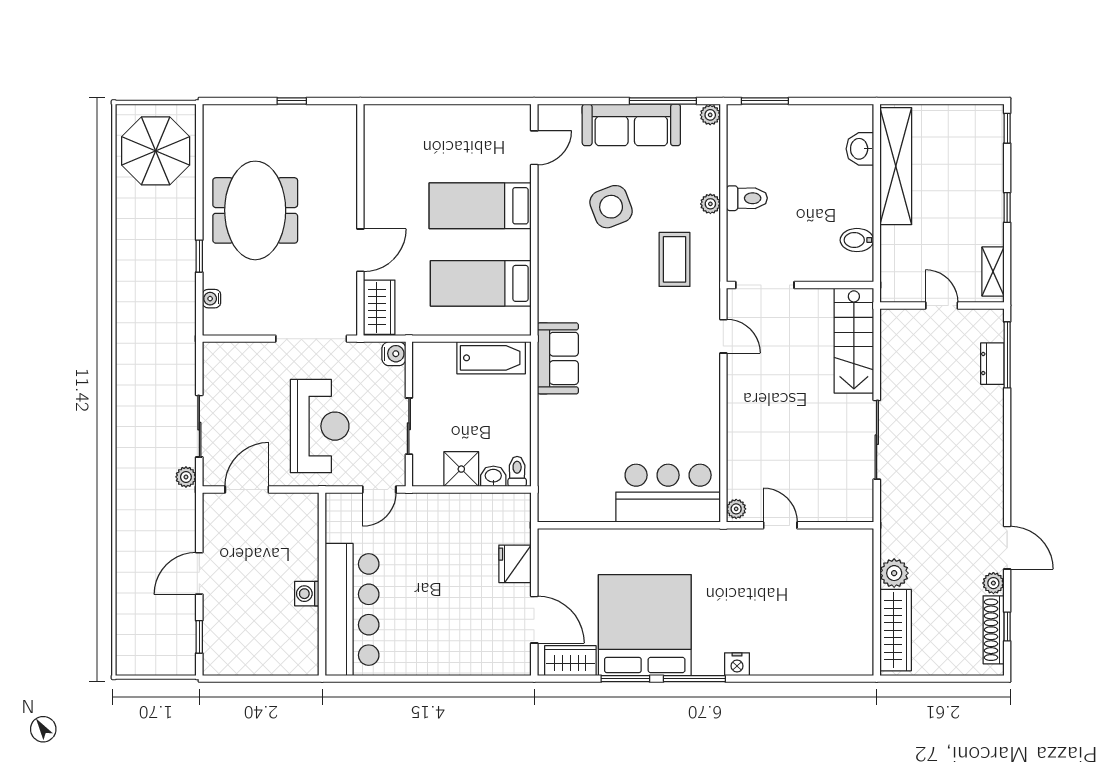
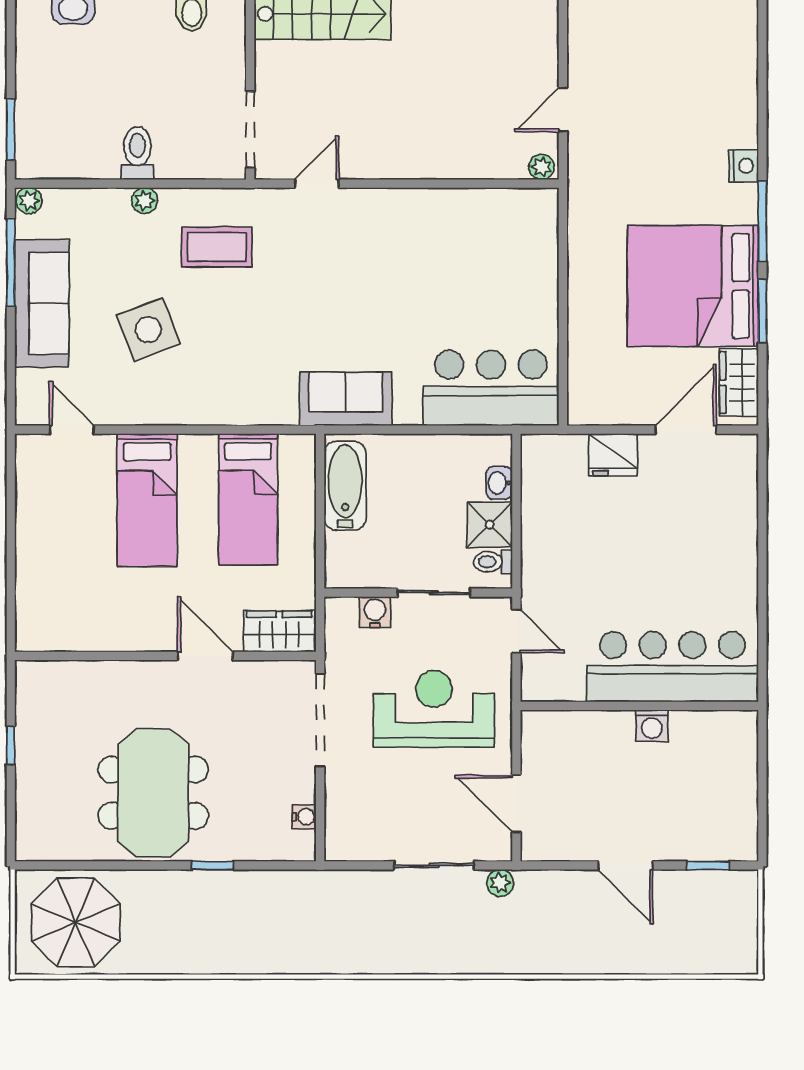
meeting table: (255, 210) -> (153, 793), turned 90
water cooler: (212, 299) -> (304, 817), moved, turned -90
water cooler: (394, 354) -> (375, 612), moved
toilet: (517, 471) -> (493, 562), moved
bar counter: (668, 493) -> (491, 388), moved, turned 90

